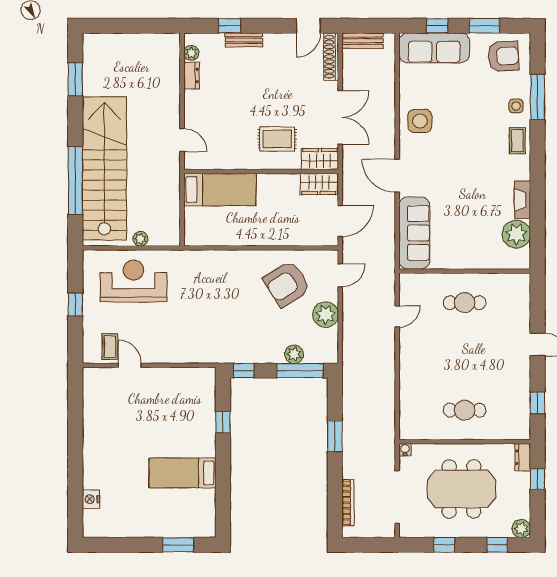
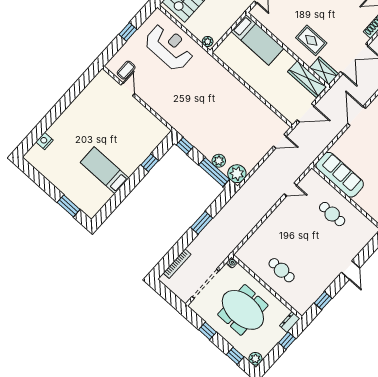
wardrobe: (319, 184) -> (307, 79), width x1.50
sofa: (414, 233) -> (340, 175), moved, turned -90
plant: (140, 239) -> (208, 42), moved
armchair: (287, 284) -> (248, 121), removed
plant: (326, 315) -> (237, 174), moved

